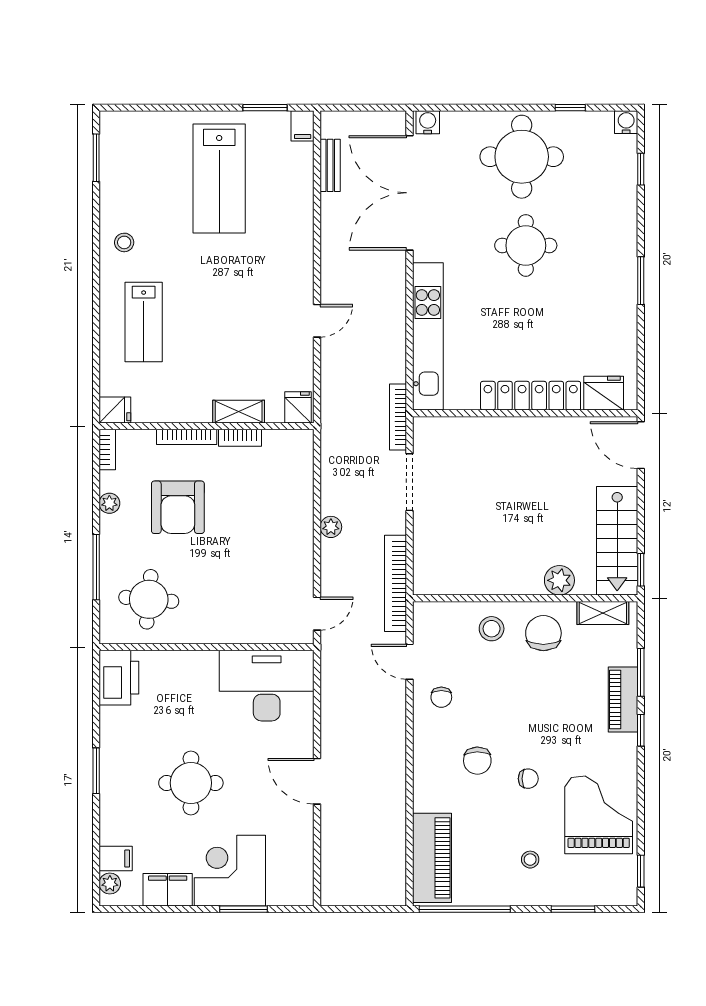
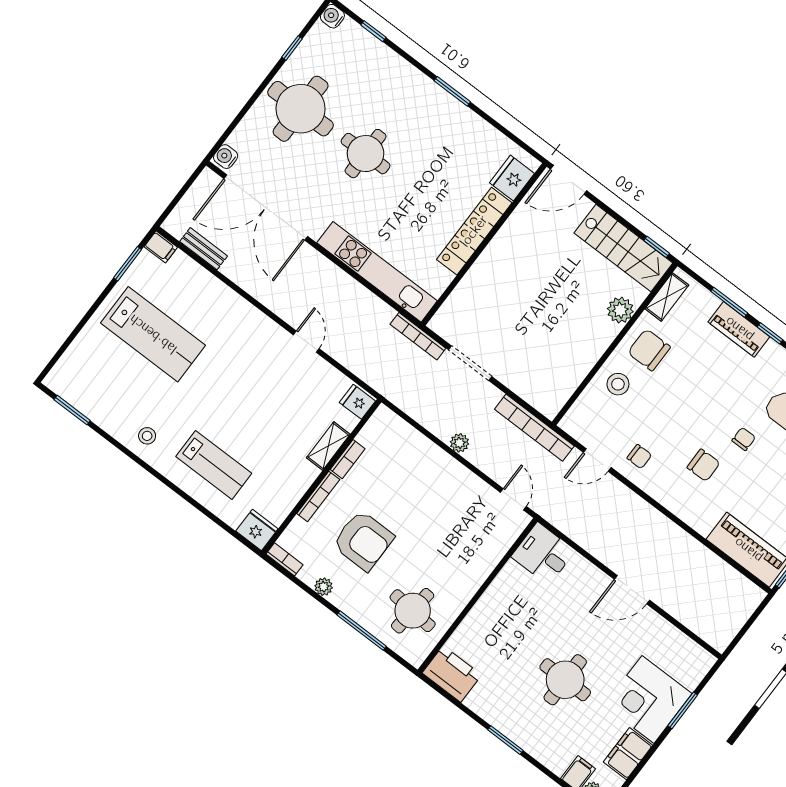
fridge: (115, 410) -> (257, 530), width x1.38
desk: (267, 686) -> (543, 554), width x0.53, depth x0.77

